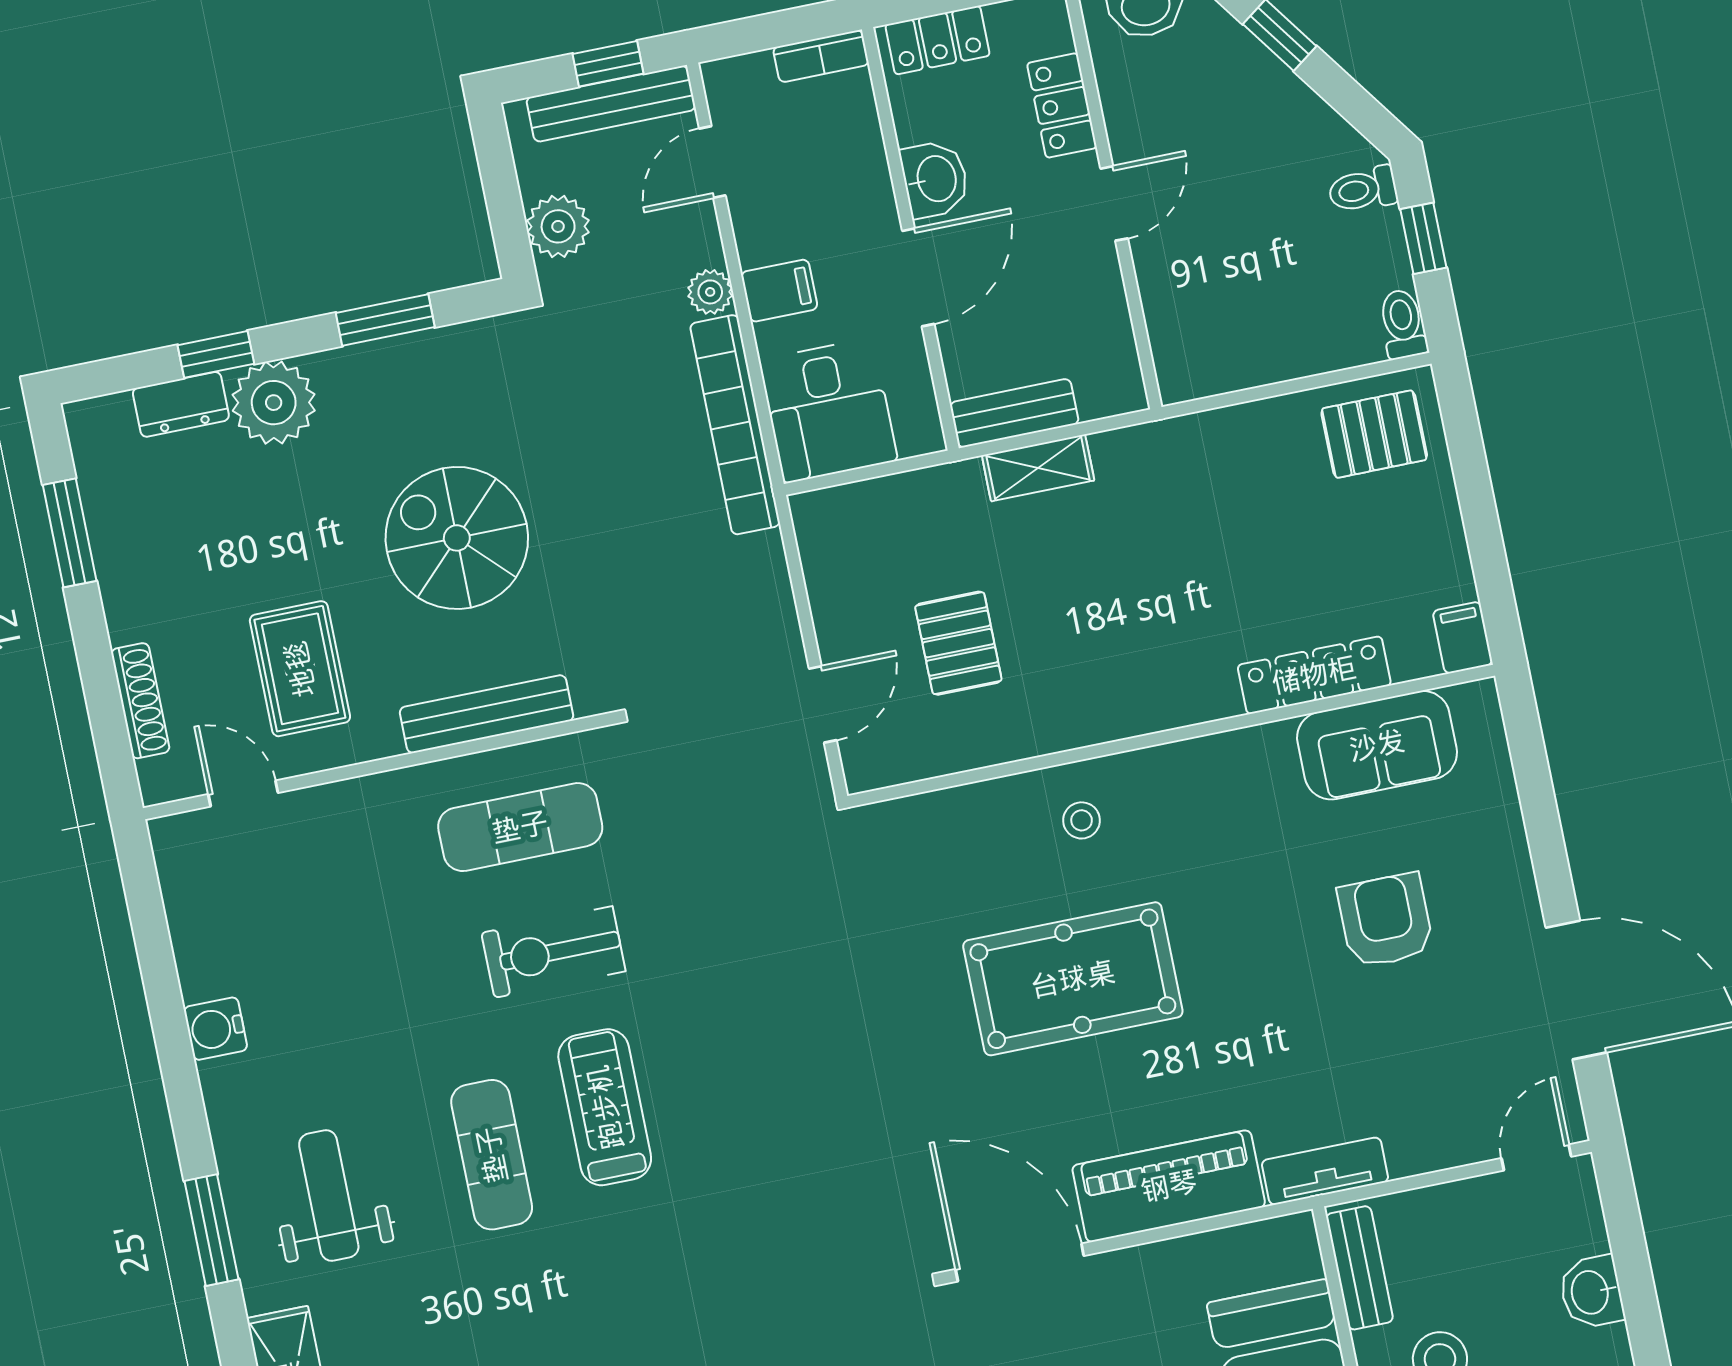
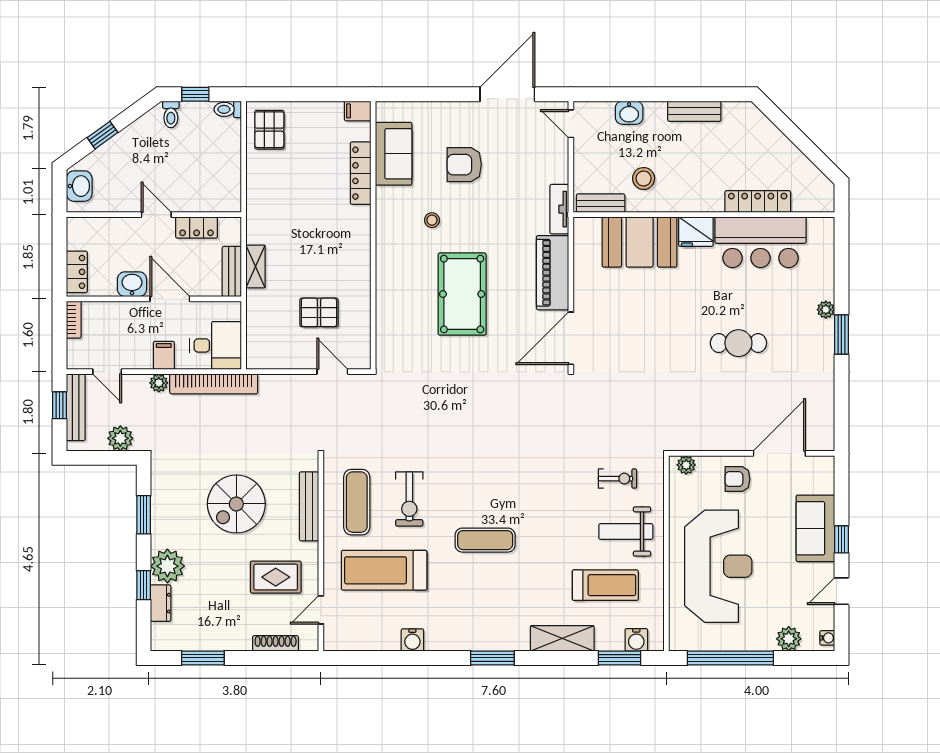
locker: (1062, 105) -> (197, 228), moved
stool: (1082, 820) -> (432, 220), moved
treadmill: (605, 1107) -> (384, 570), moved, width x1.37, depth x1.38
weight bench: (329, 1196) -> (488, 608), removed

